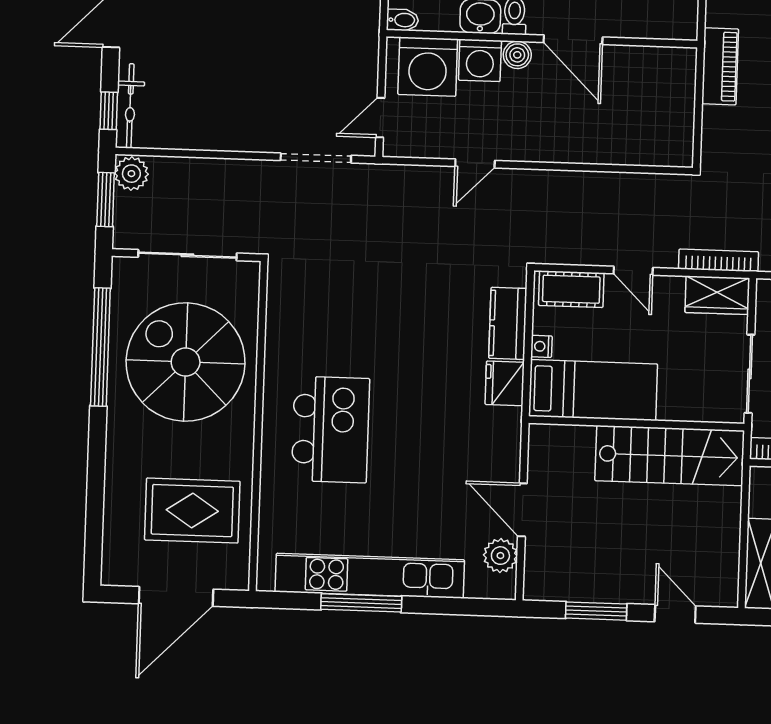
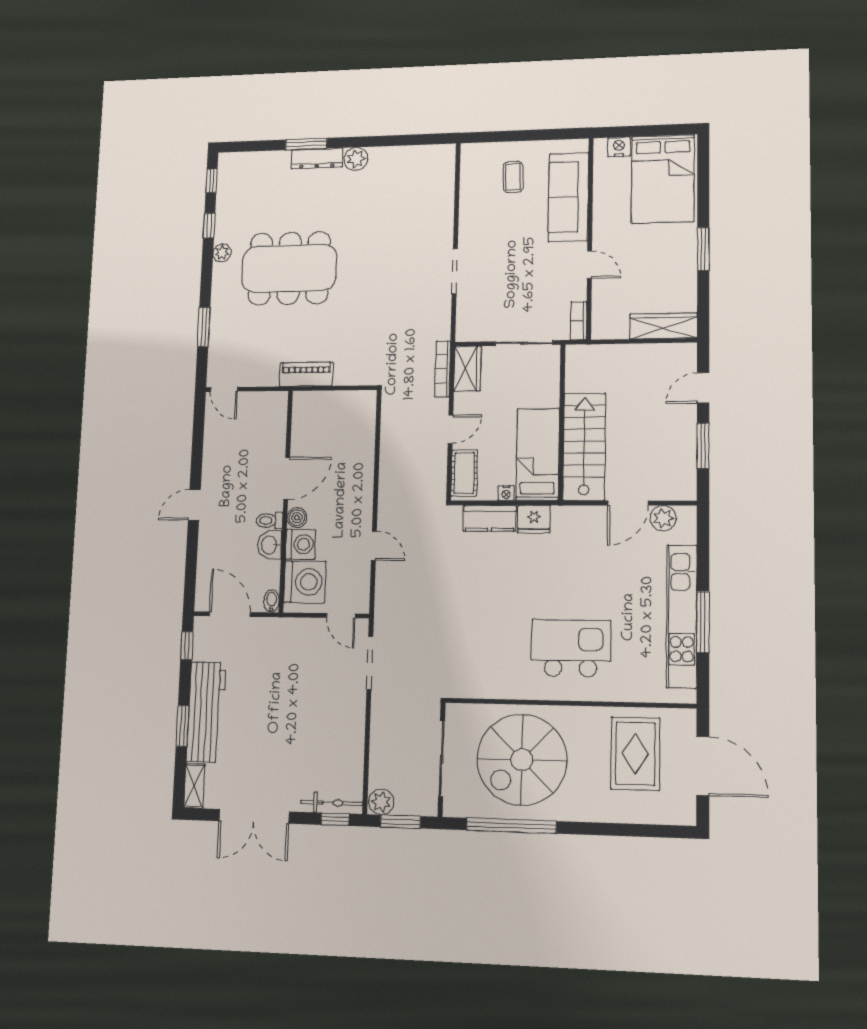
stairs: (670, 456) -> (584, 447), moved

